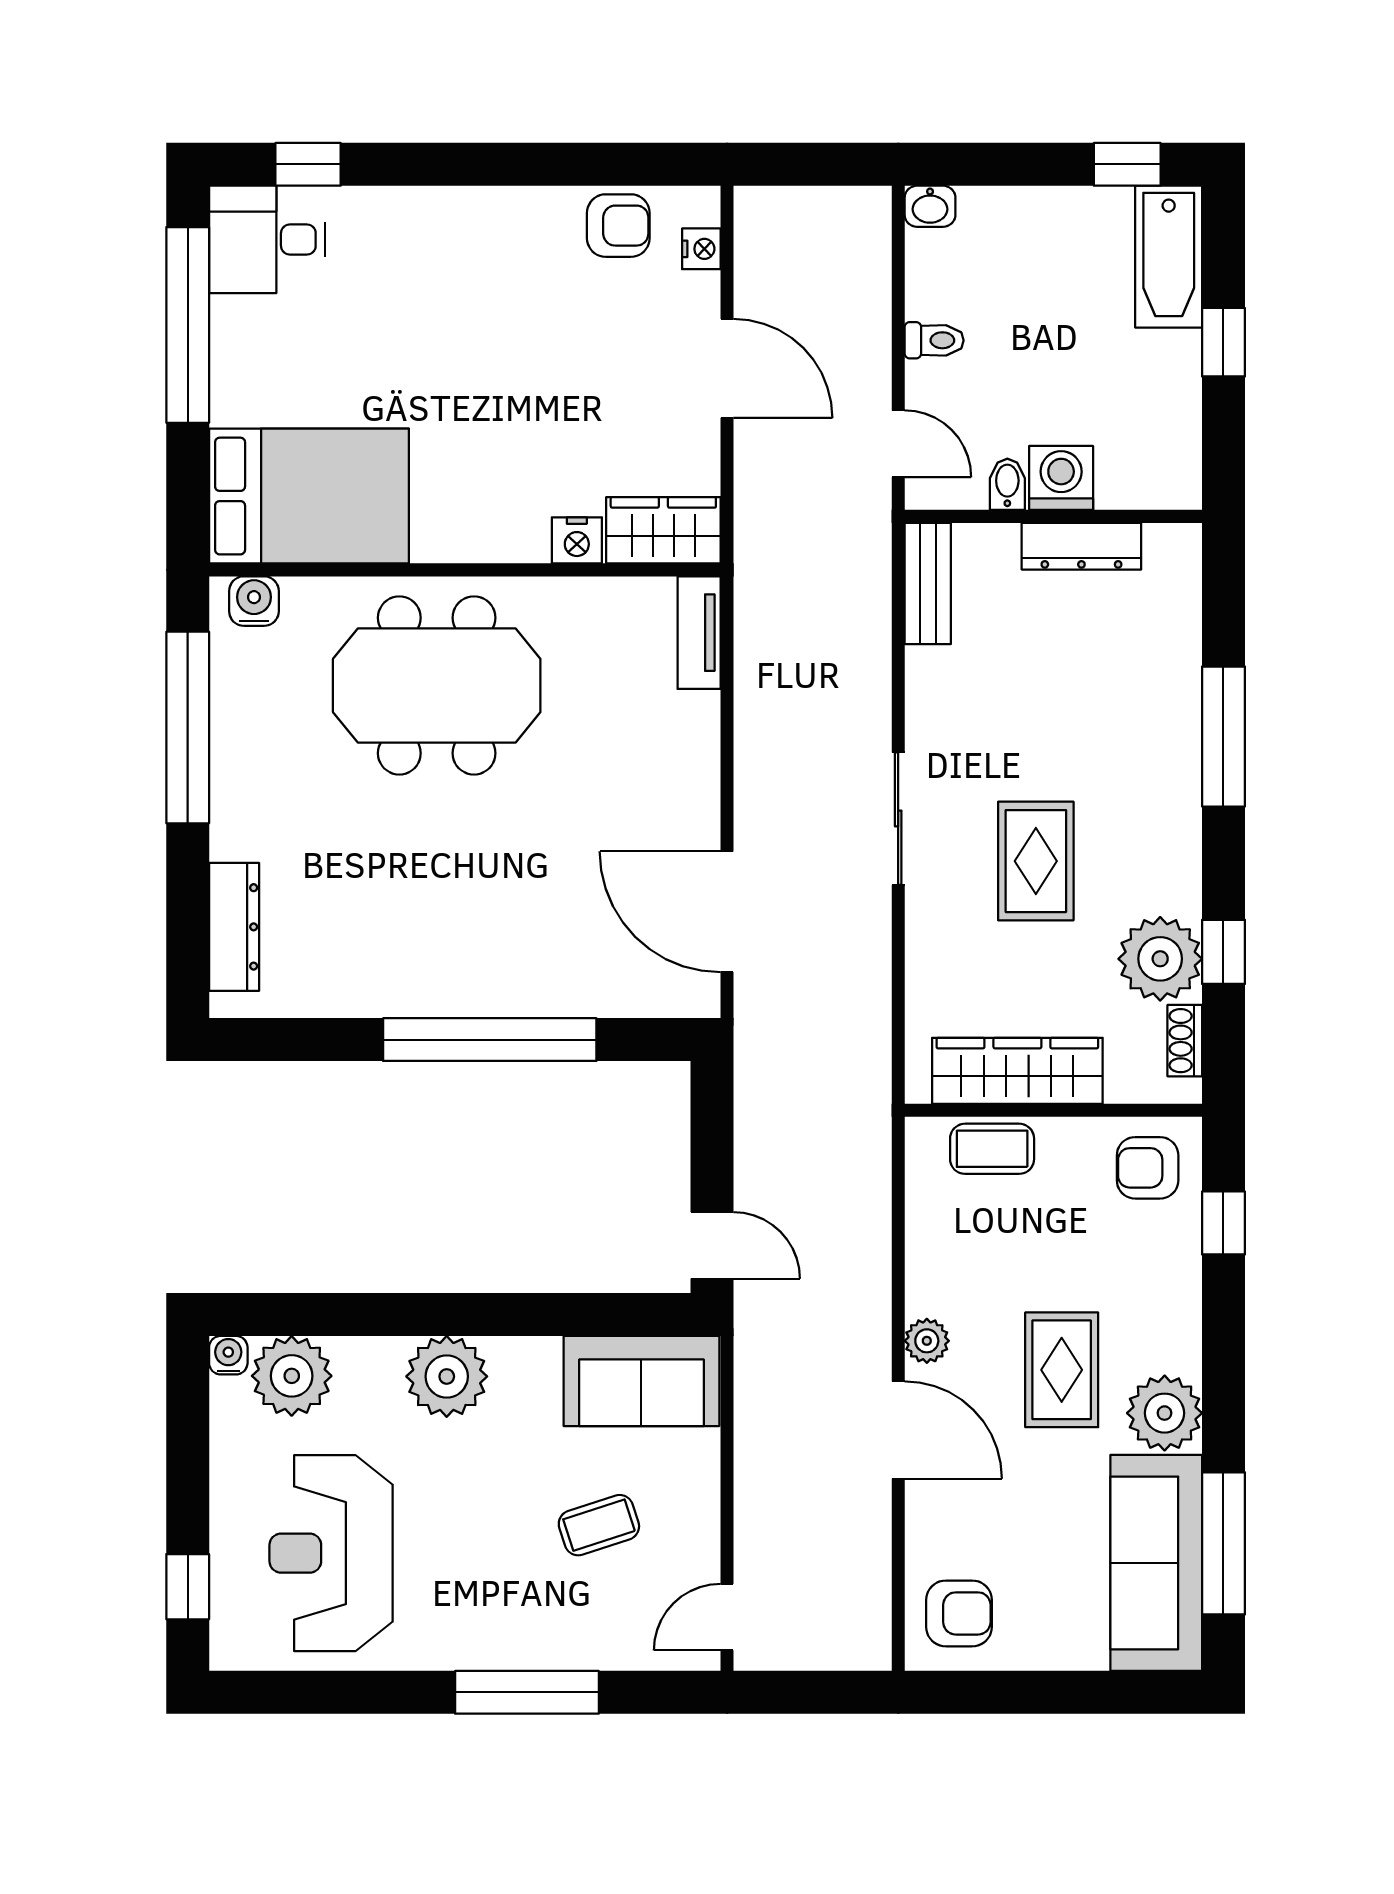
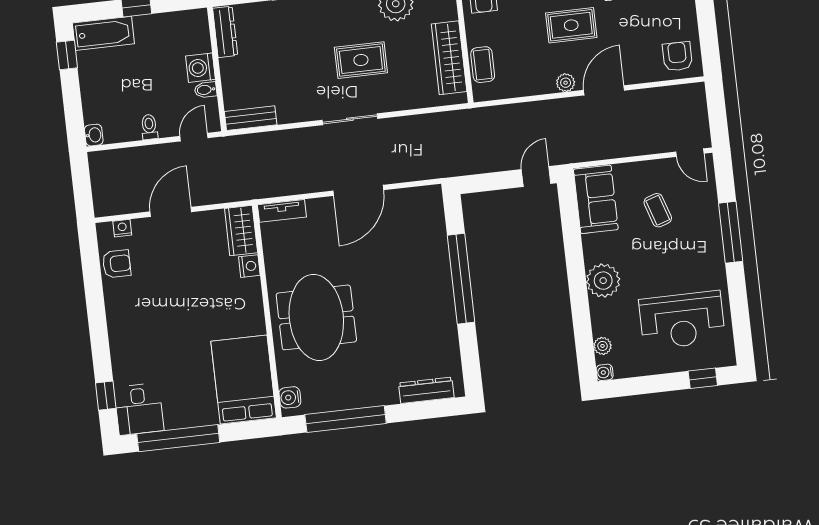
armchair: (618, 226) -> (117, 264), turned 90
dresser: (1081, 546) -> (225, 32), moved
door: (727, 912) -> (358, 190), moved
plant: (292, 1376) -> (602, 346), width x0.53, depth x0.53

